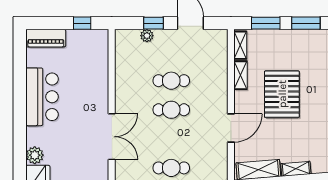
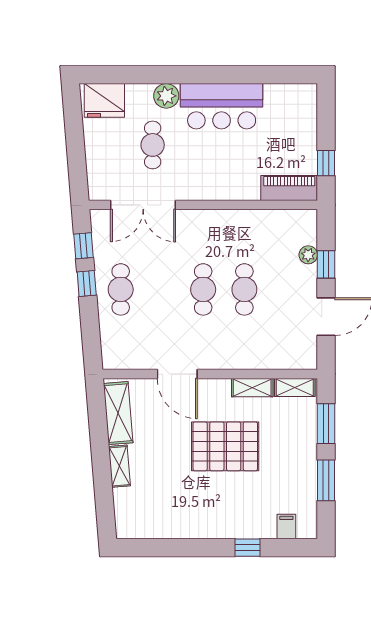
piano: (46, 38) -> (289, 188), moved, turned 90
double door: (112, 137) -> (143, 205), moved
cafe table: (69, 145) -> (153, 145), added
plant: (35, 155) -> (166, 96), moved

